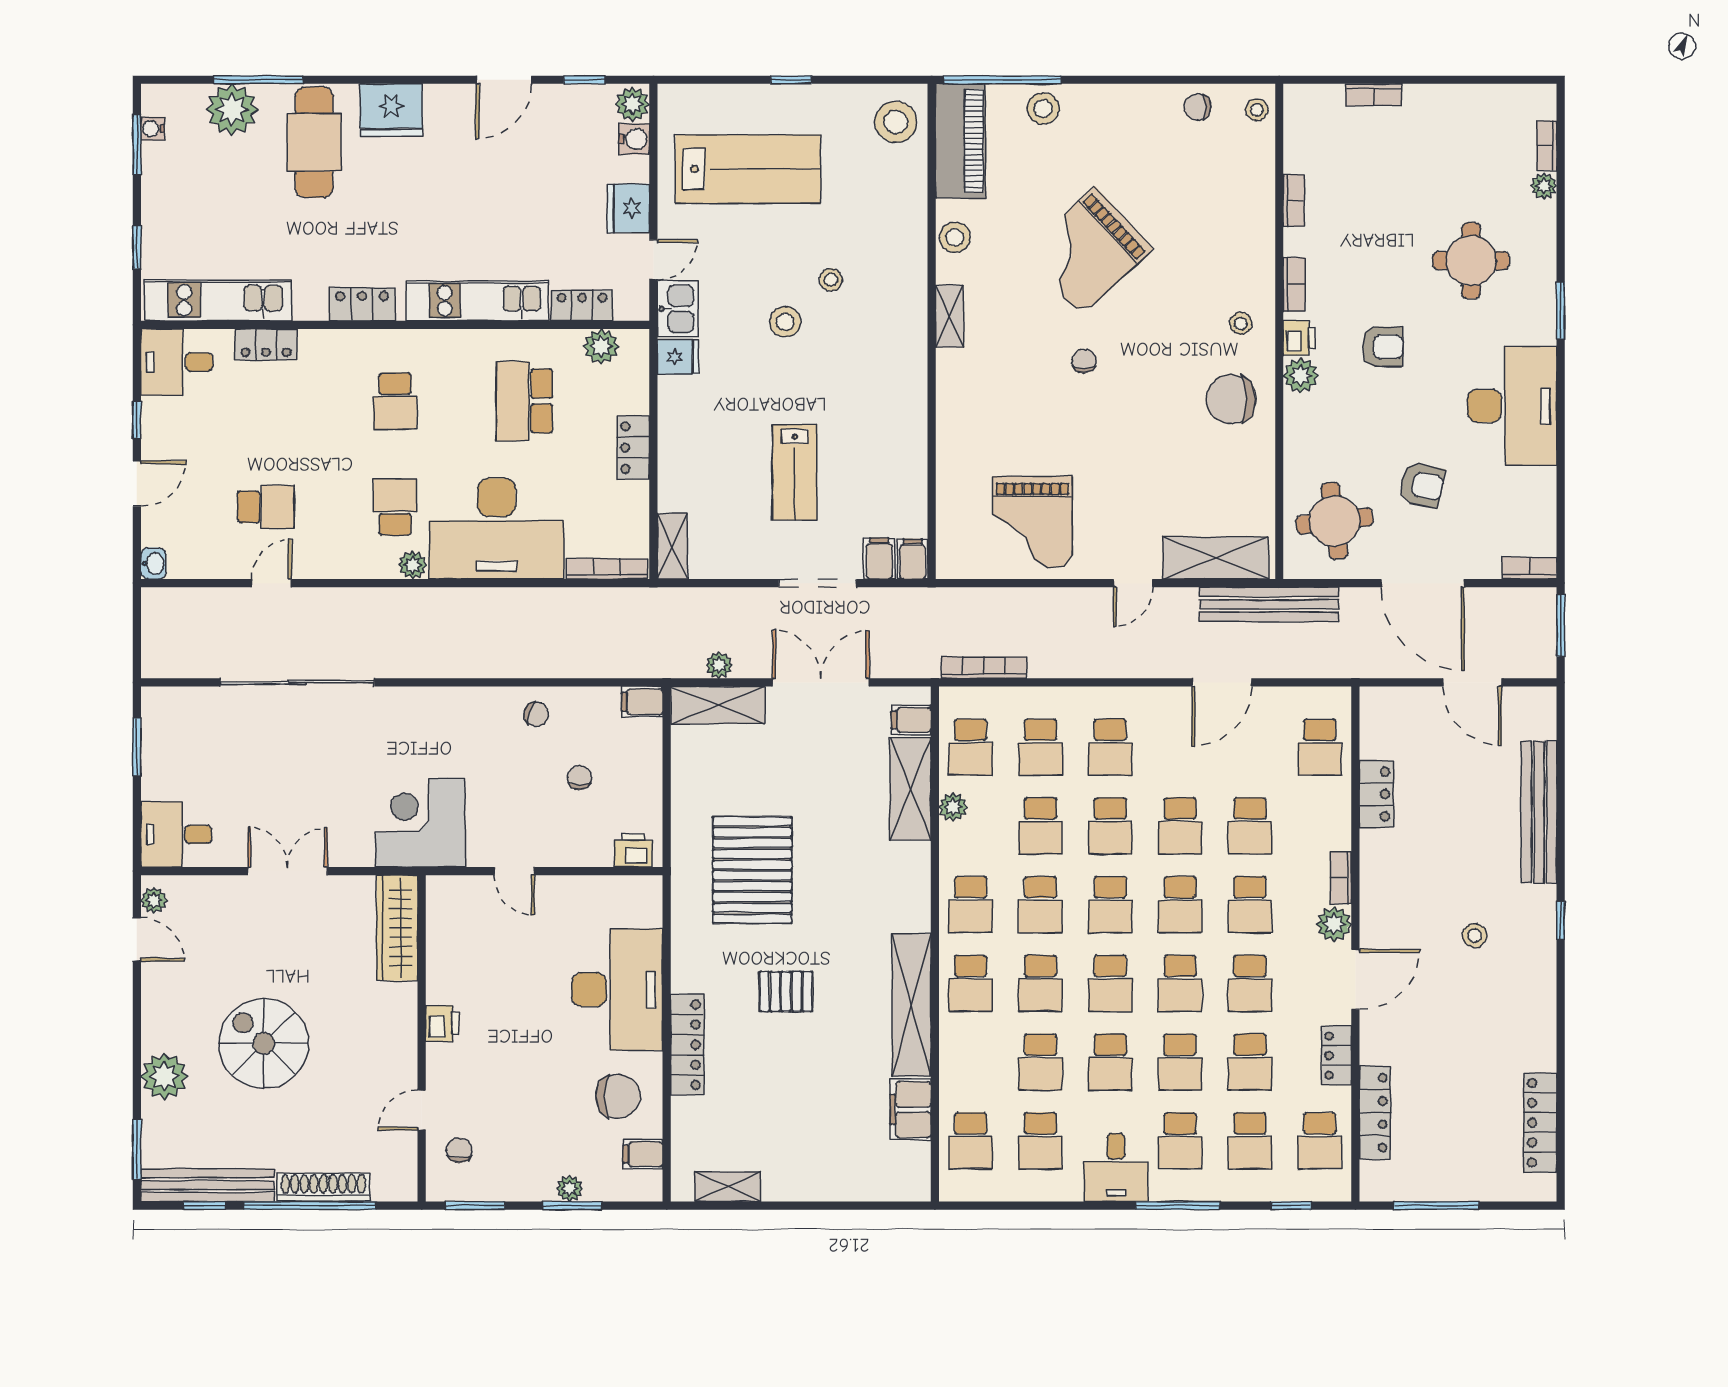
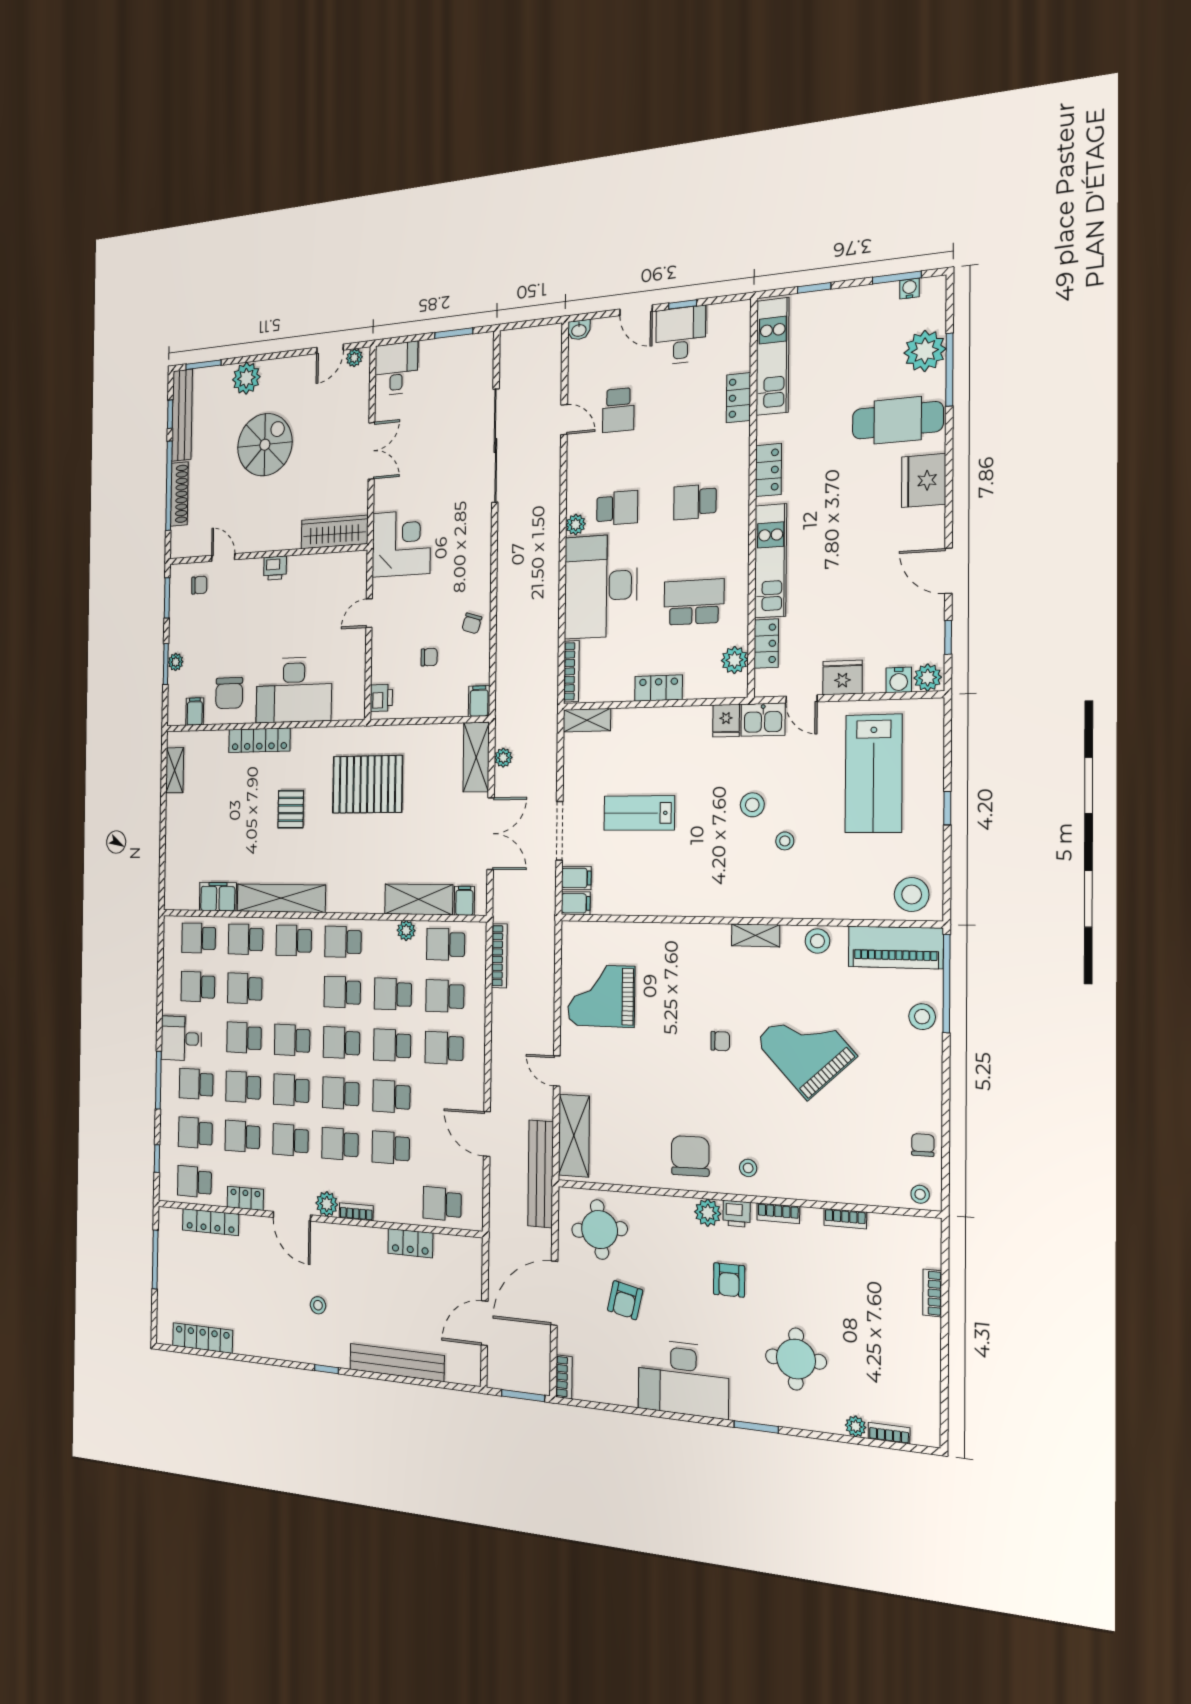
desk: (177, 362) -> (681, 335), moved
school desk: (1040, 983) -> (246, 939), moved

